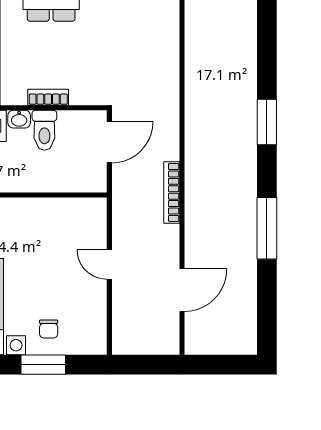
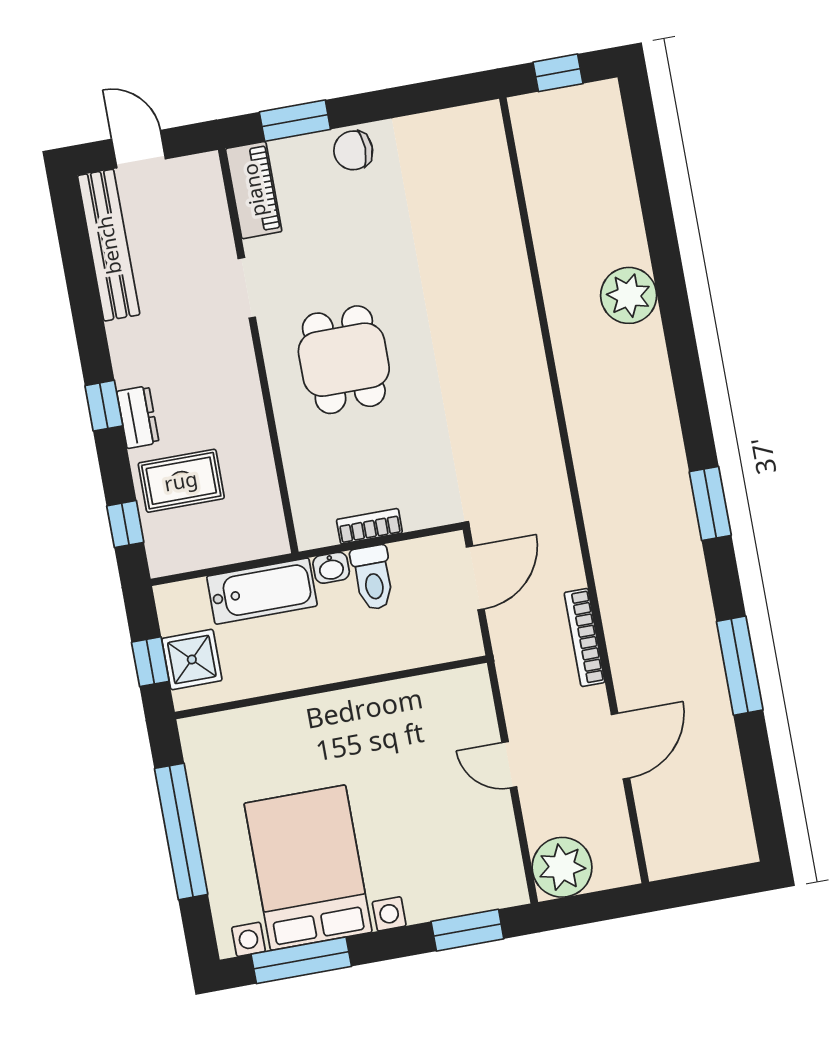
door: (182, 290) -> (621, 746), moved
chair: (49, 329) -> (434, 880), removed
plant: (131, 336) -> (562, 867), added
window: (43, 365) -> (467, 930), moved

